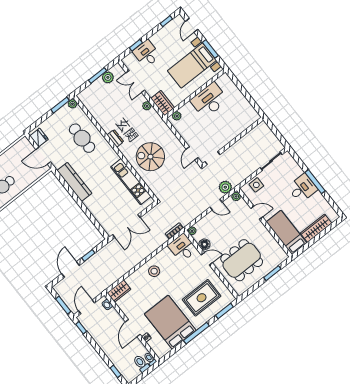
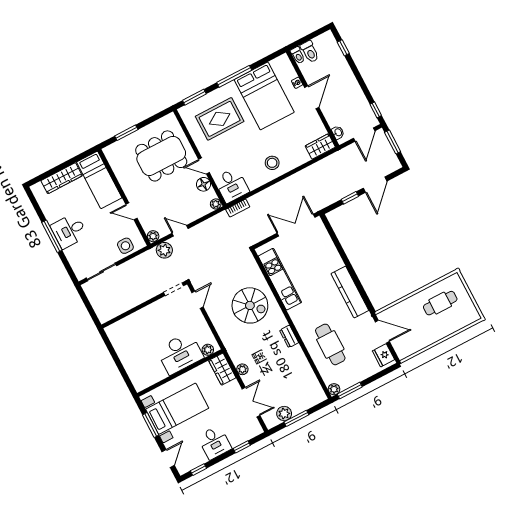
desk: (146, 54) -> (215, 442), moved
desk: (209, 100) -> (180, 353), moved

